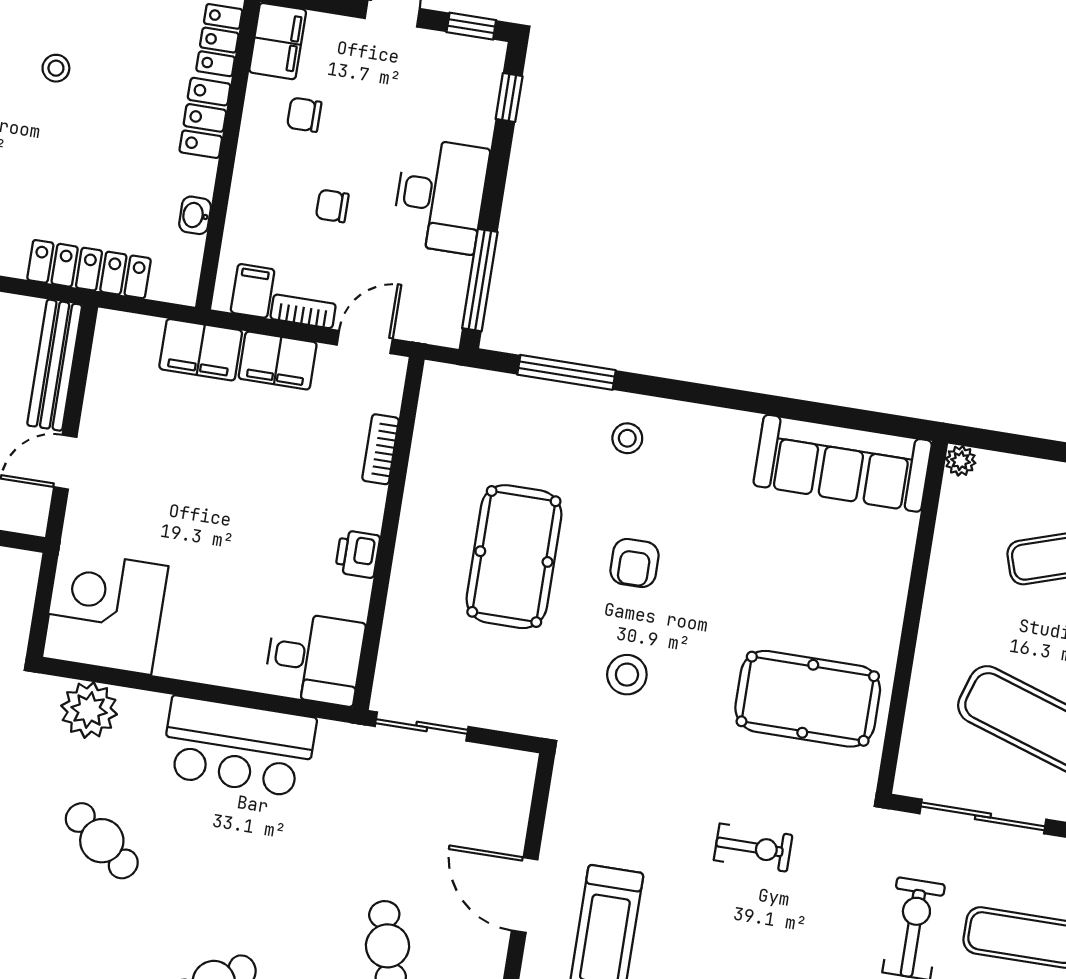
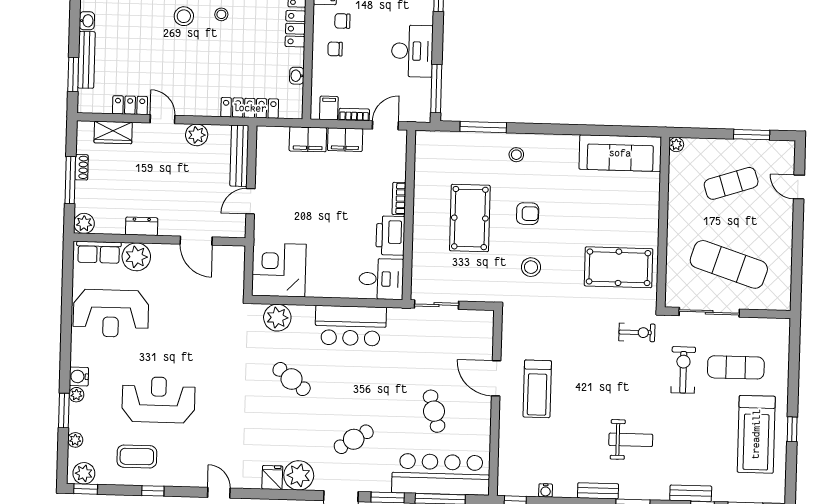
chair: (332, 206) -> (335, 49), moved
bookcase: (381, 449) -> (399, 199), moved
printer: (358, 554) -> (390, 236), width x1.87, depth x1.48
armchair: (635, 563) -> (528, 214), turned -90
exercise bike: (753, 848) -> (637, 332), moved

